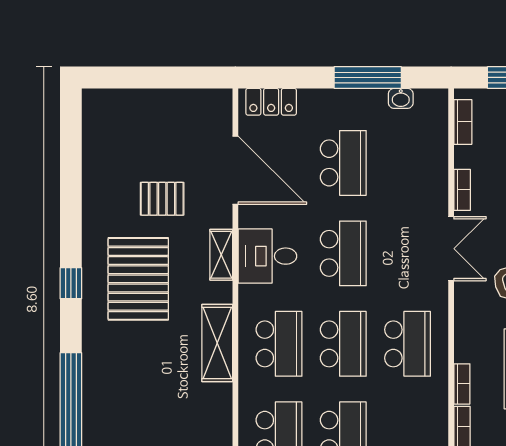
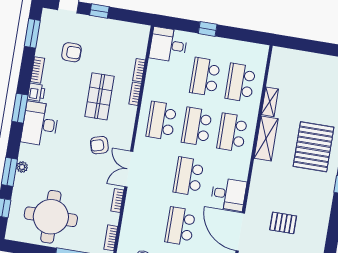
shelving: (221, 255) -> (270, 102), moved
desk: (267, 256) -> (228, 194), moved
pallet: (138, 279) -> (314, 147), moved

